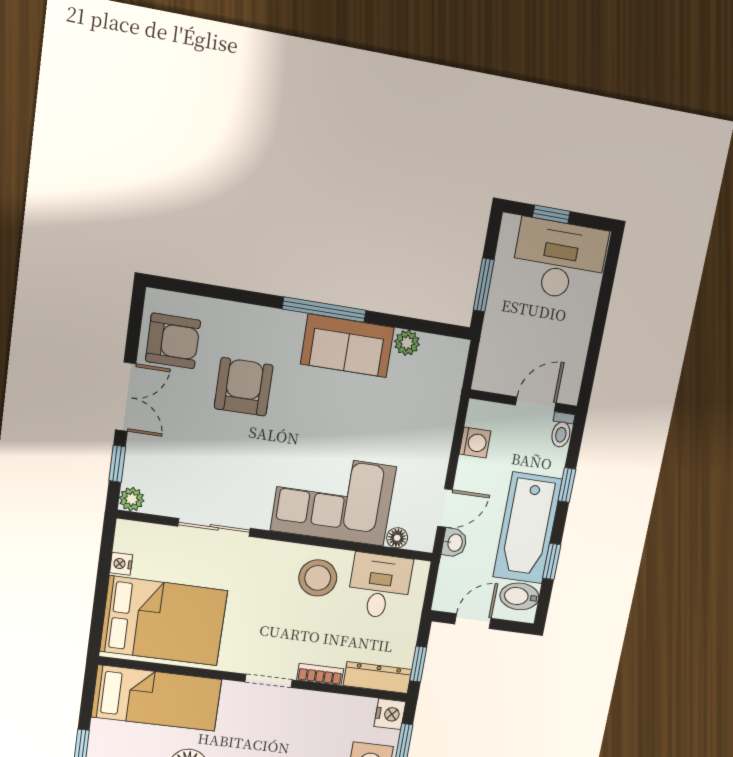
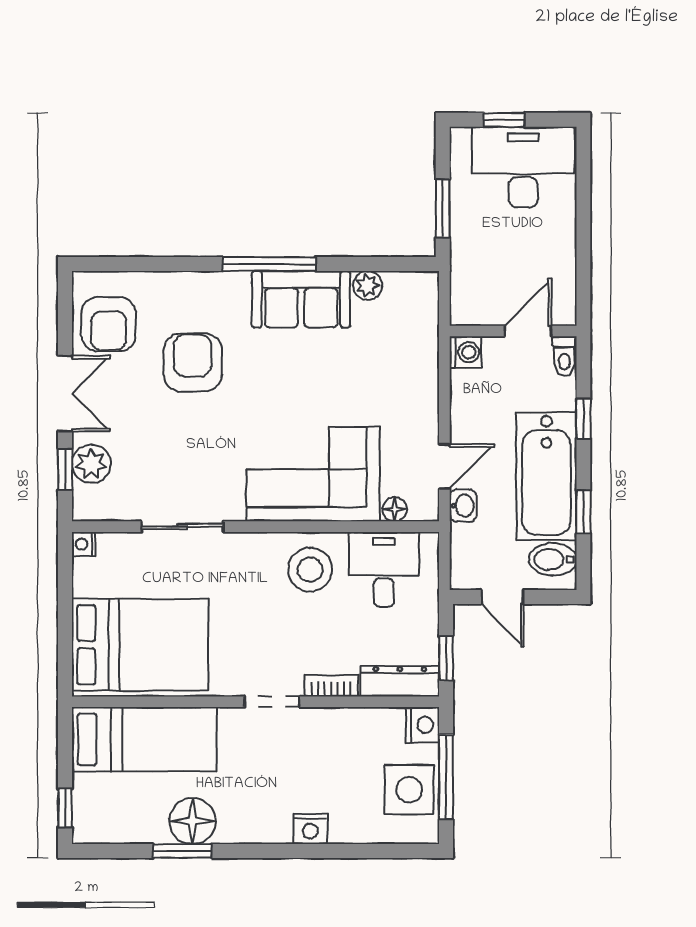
armchair: (173, 341) -> (109, 324), turned 90
washing machine: (475, 443) -> (466, 352), moved
plant: (132, 499) -> (91, 464), moved, width x1.38, depth x1.38
nightstand: (121, 564) -> (84, 544), moved
door: (473, 621) -> (502, 597), swing flipped

